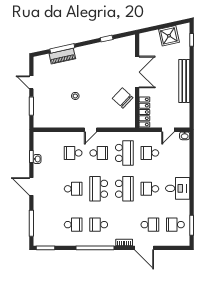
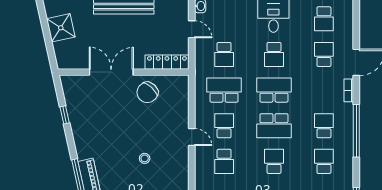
school desk: (99, 225) -> (324, 126), turned 180

